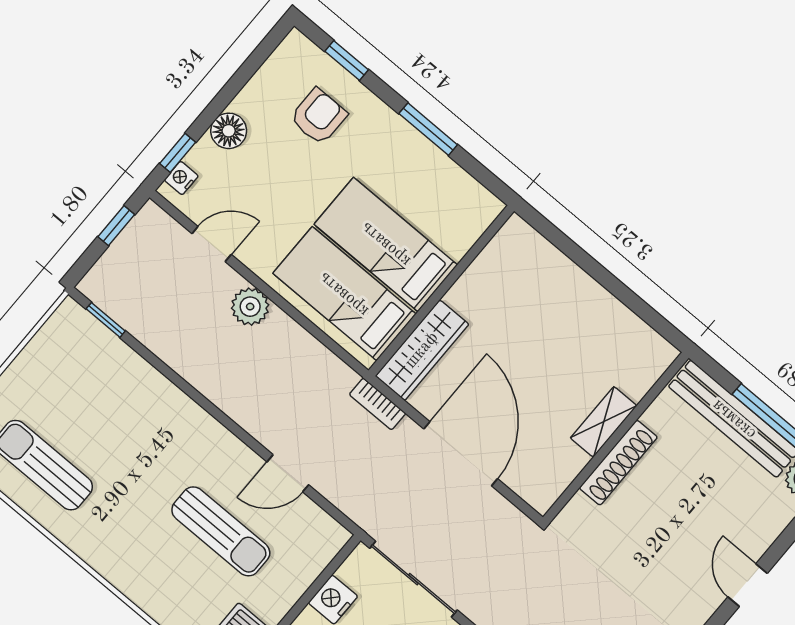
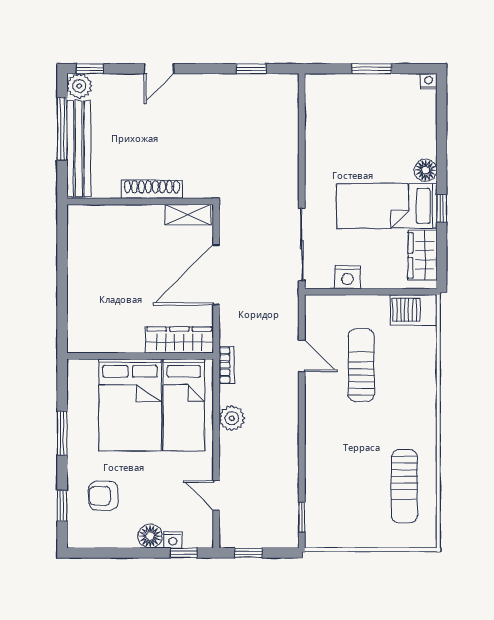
nightstand: (181, 178) -> (173, 540), moved
bed: (386, 244) -> (130, 405), width x1.50
plant: (250, 307) -> (232, 418), moved
bookcase: (378, 404) -> (227, 365), moved
shelving: (604, 422) -> (188, 215), moved

